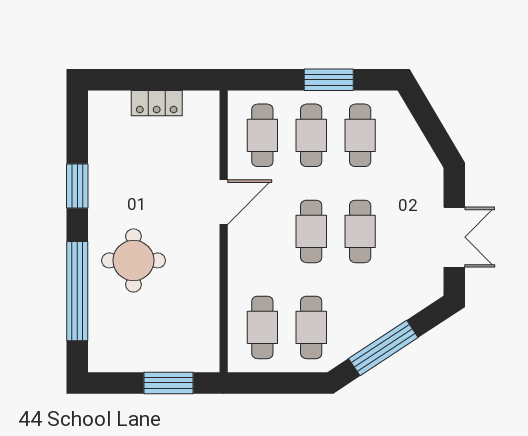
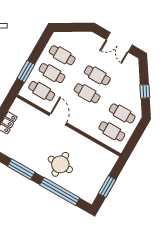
window: (329, 80) -> (26, 71), moved
window: (77, 186) -> (21, 169), width x1.44
double door: (454, 237) -> (119, 42), swing flipped
window: (383, 348) -> (145, 91), width x0.46
window: (168, 383) -> (107, 187), moved

